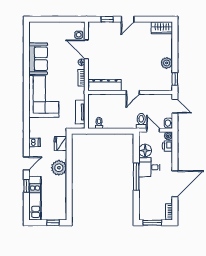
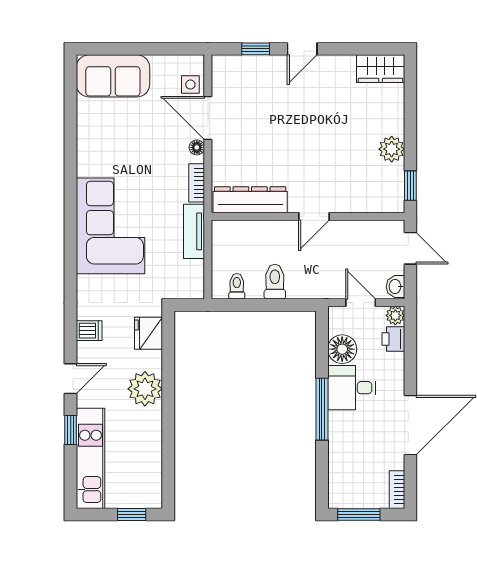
sofa: (38, 59) -> (113, 76), moved, turned 90
tv unit: (80, 112) -> (194, 231), moved
toilet: (141, 121) -> (275, 282), moved

